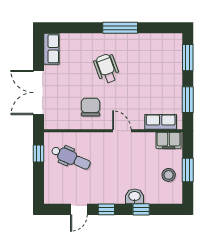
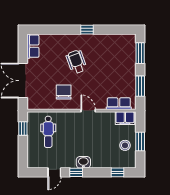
window: (120, 28) -> (87, 30), width x0.46
dental chair: (71, 158) -> (48, 132), turned 66
washbasin: (135, 196) -> (83, 162), moved
window: (141, 209) -> (118, 172), moved

